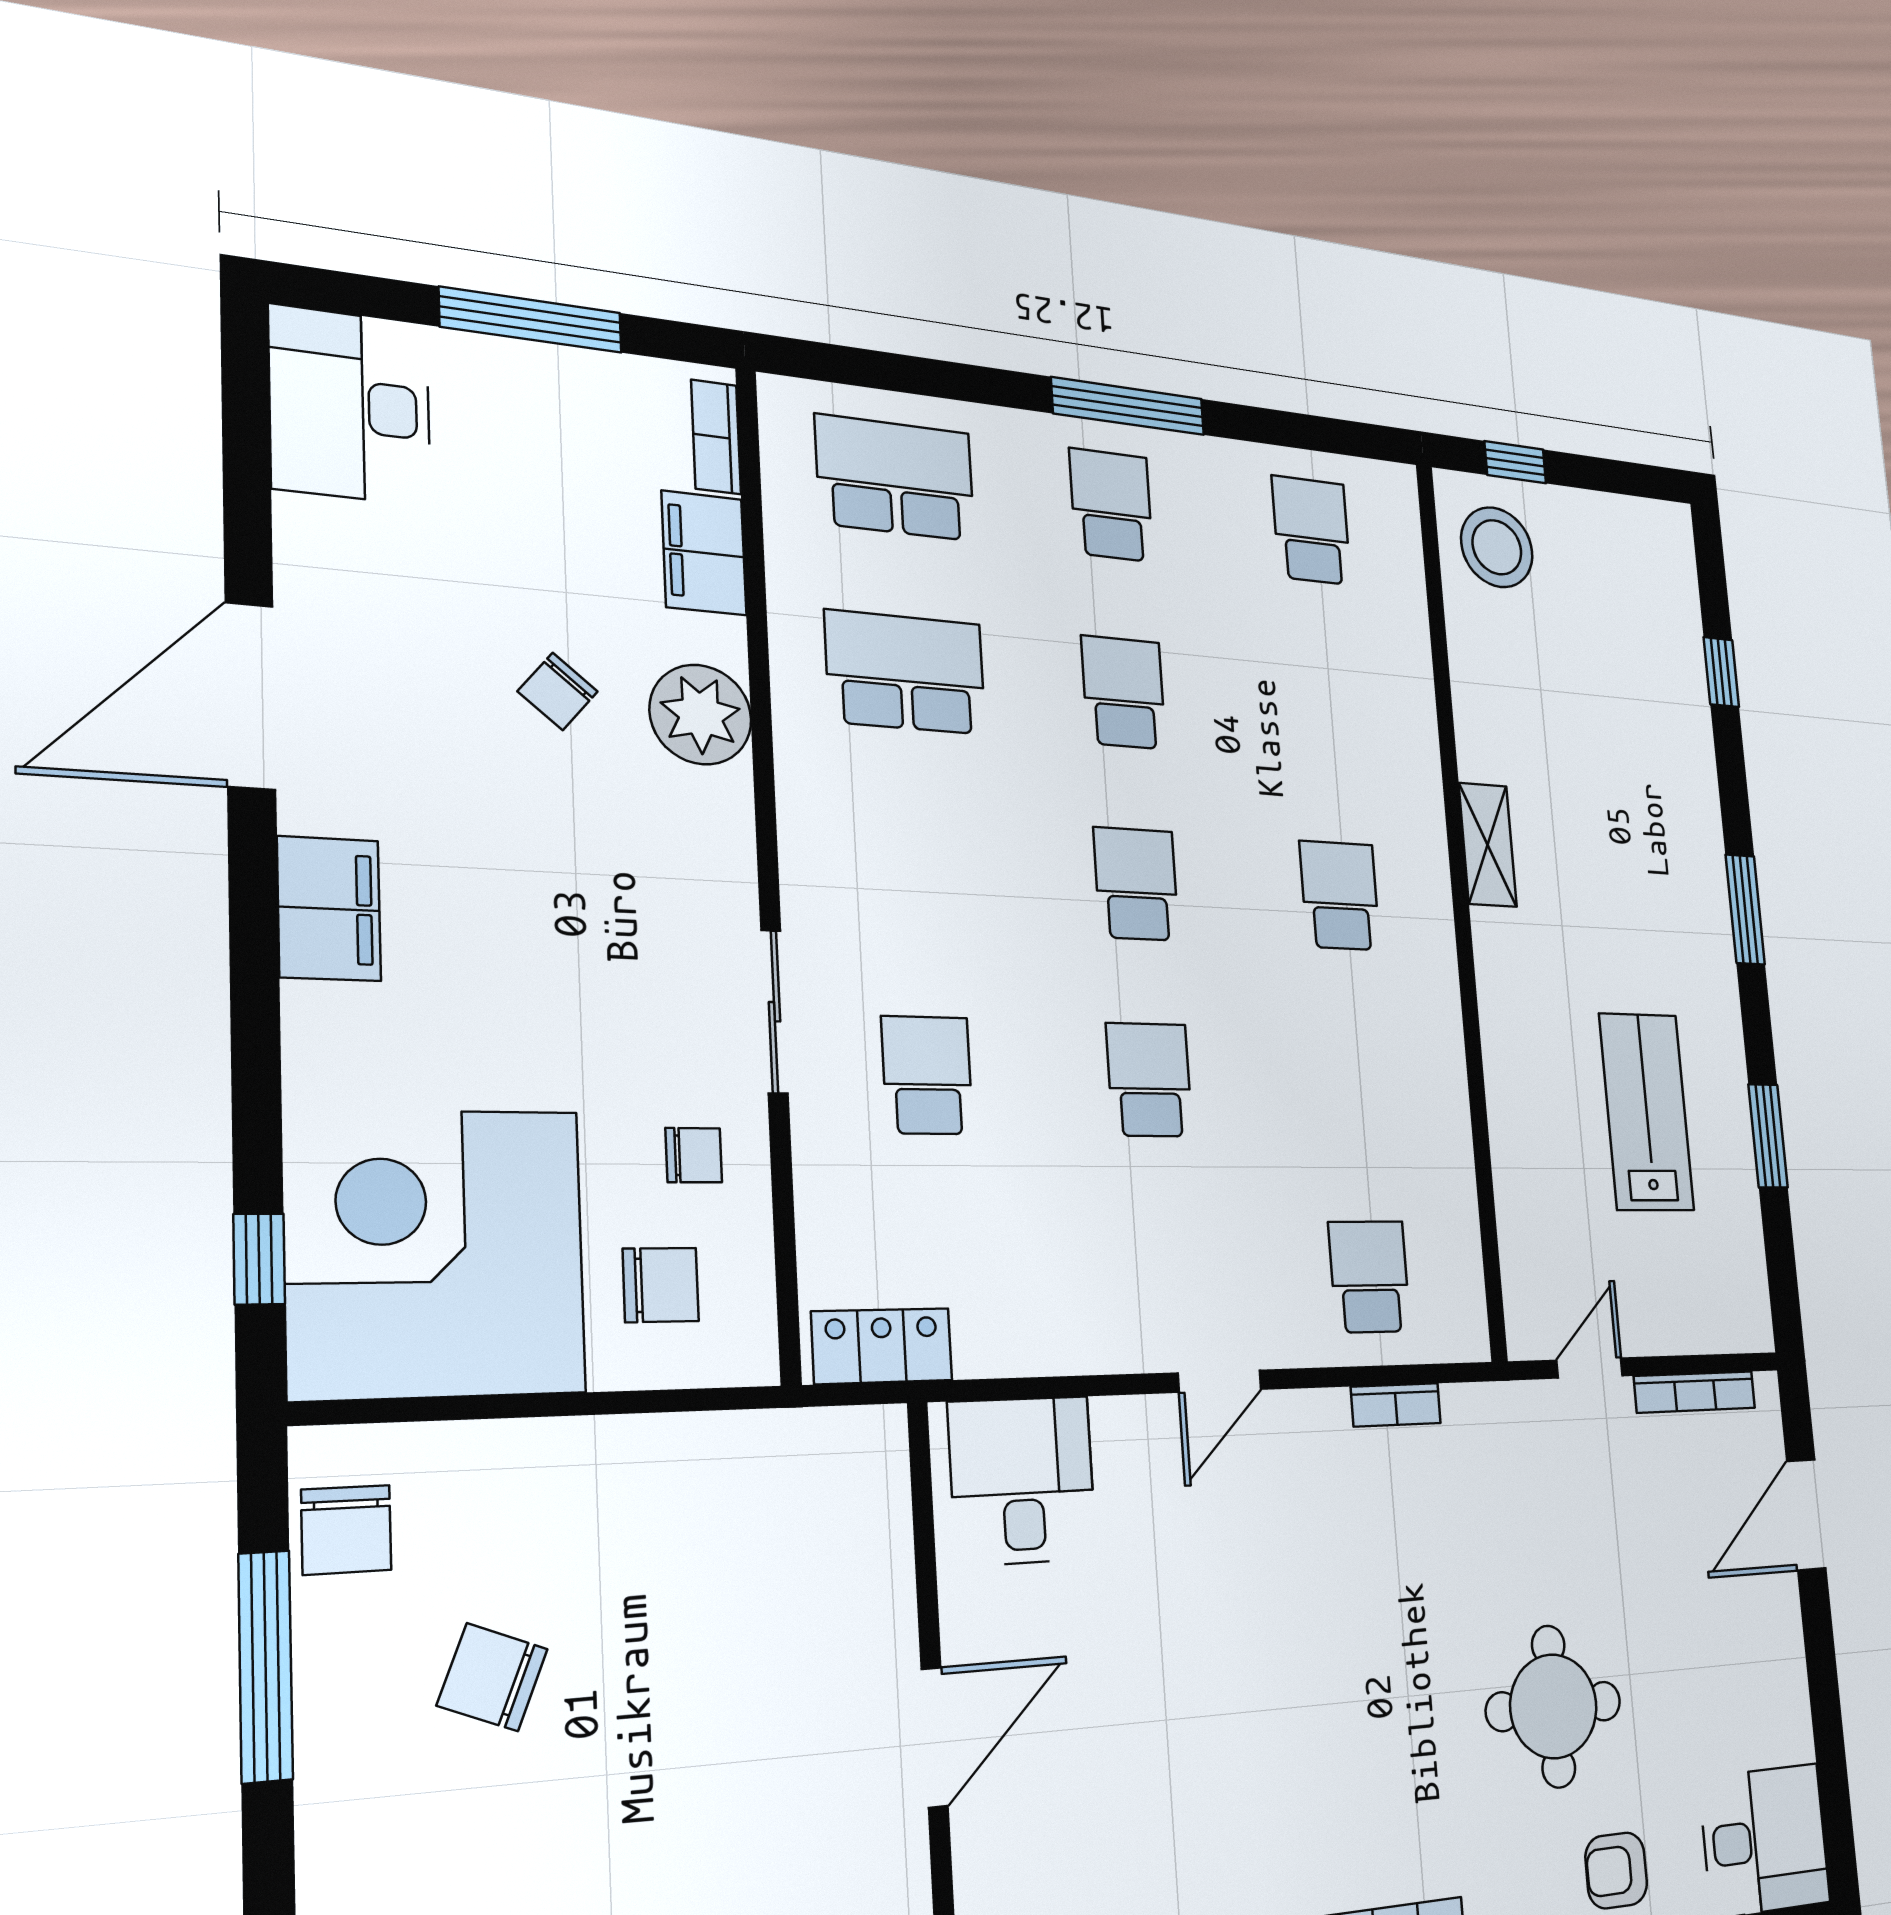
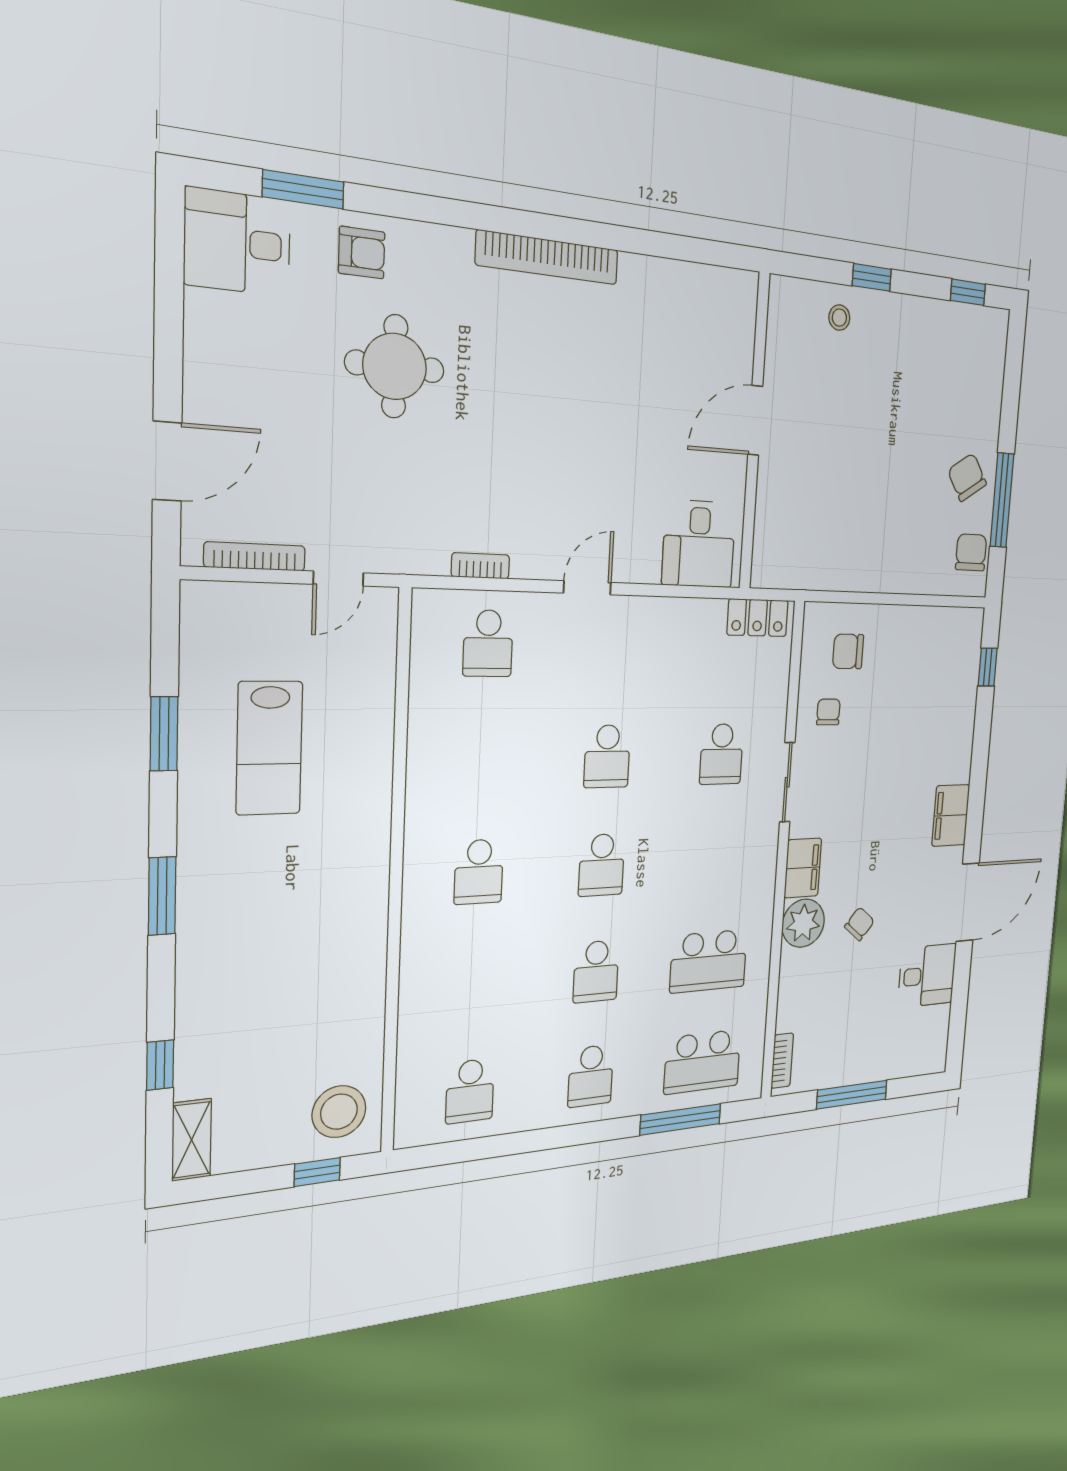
desk: (350, 405) -> (927, 976), moved, width x0.73
window: (1128, 406) -> (681, 1119), moved
filing cabinet: (704, 553) -> (803, 868), moved
shelving: (1488, 845) -> (192, 1140), moved
chair: (694, 1155) -> (828, 712), turned 90
corner desk: (436, 1253) -> (929, 668), removed
chair: (492, 1677) -> (967, 477), moved, turned -145

